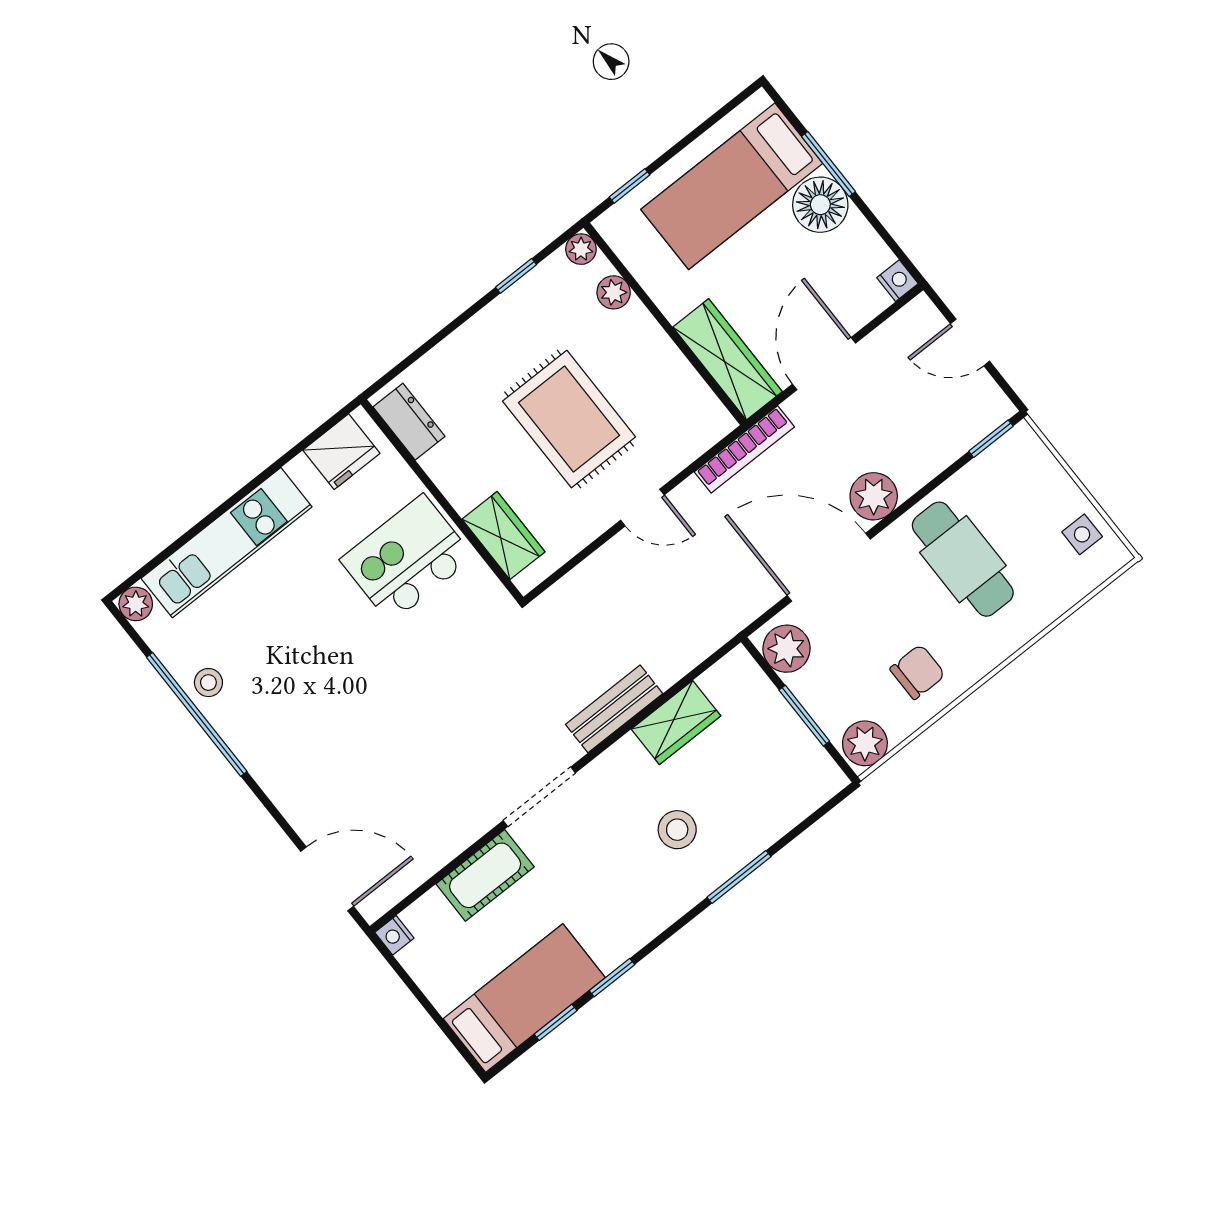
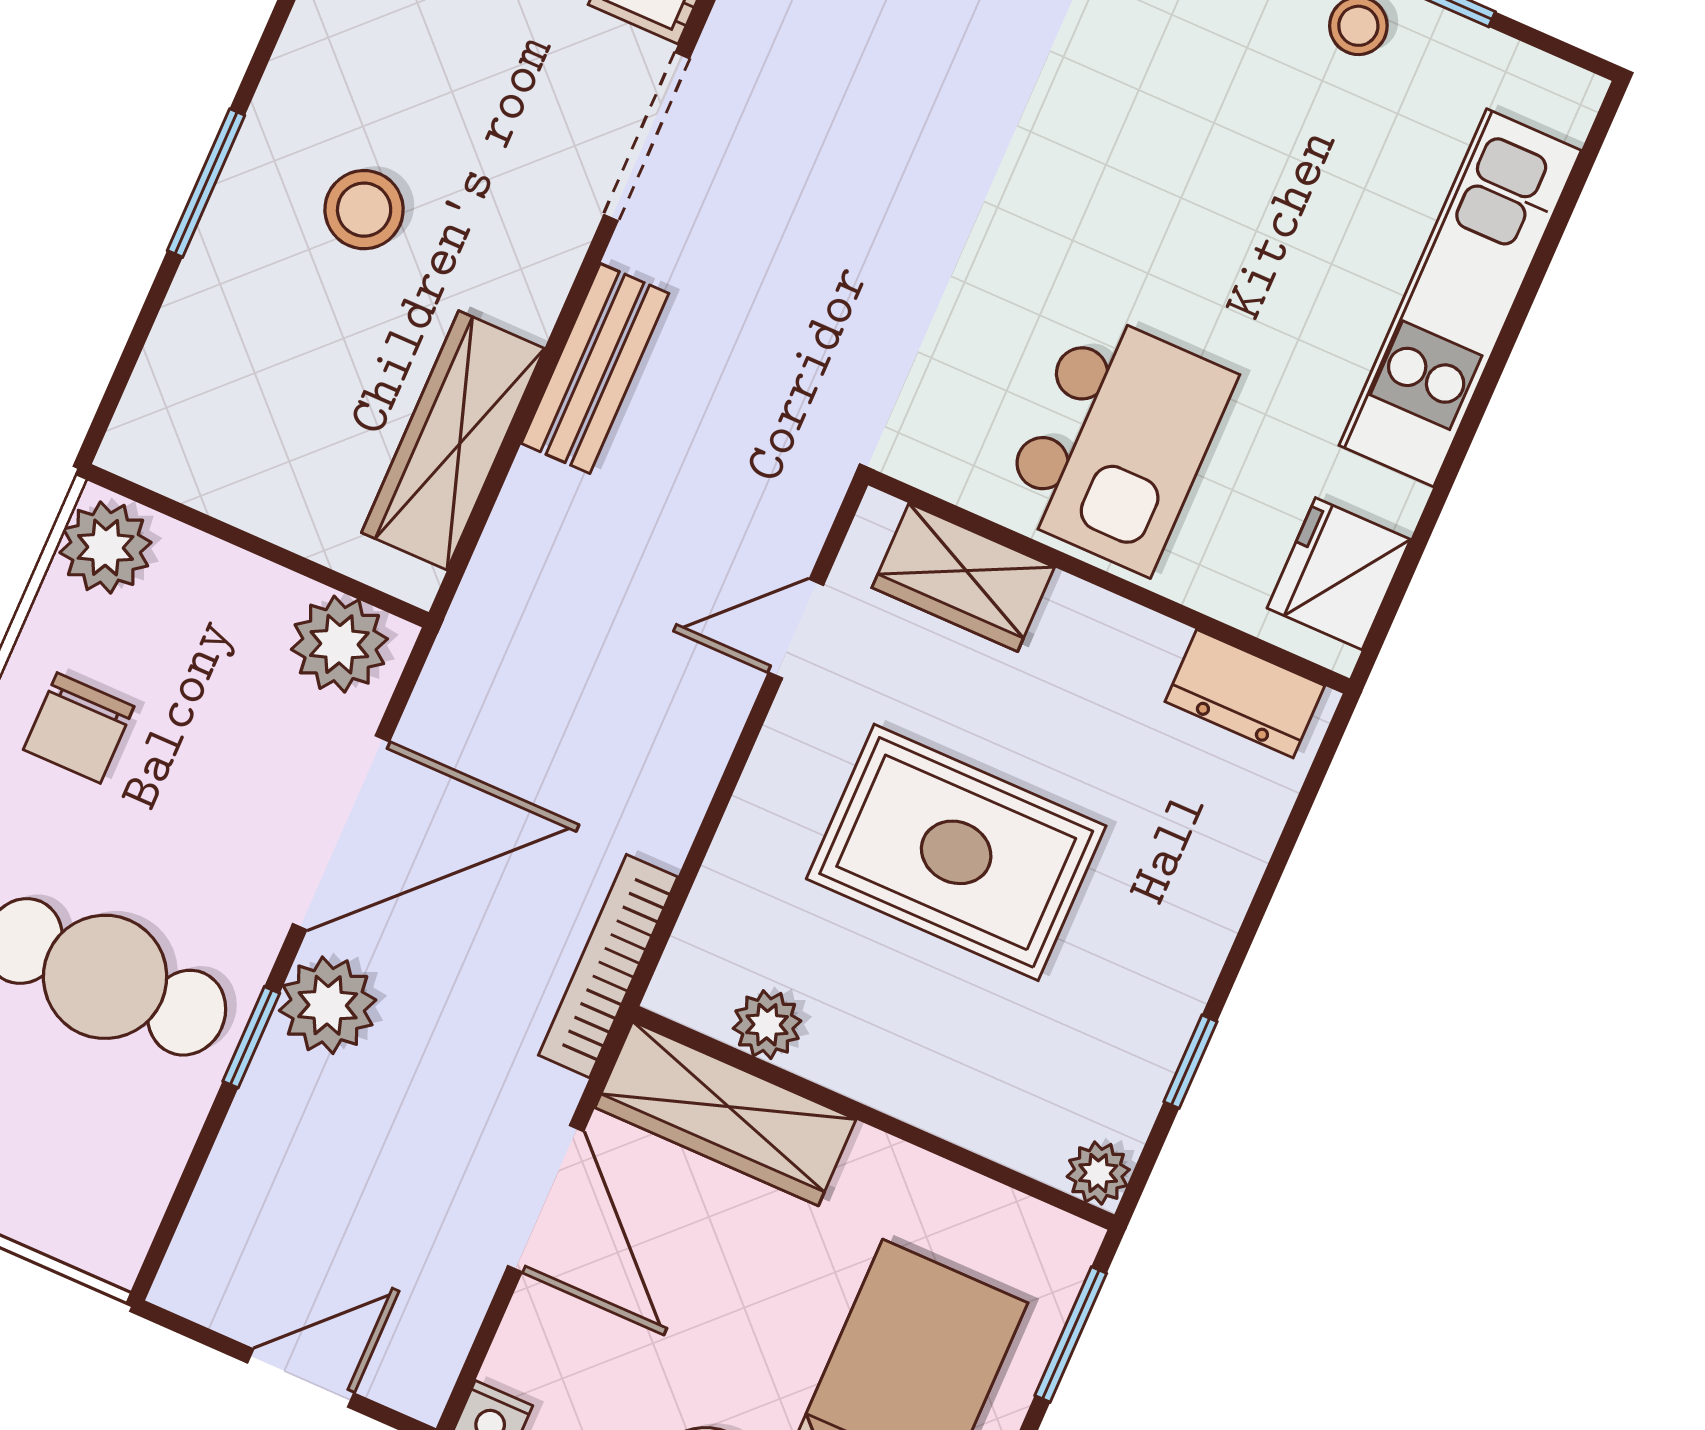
window: (630, 186) -> (1071, 1335), width x1.50
plant: (614, 292) -> (767, 1025), moved
window: (991, 439) -> (251, 1037), moved
door: (642, 508) -> (796, 629), moved
plant: (136, 604) -> (1566, 99), removed
window: (804, 716) -> (243, 539), removed
wardrobe: (676, 722) -> (453, 440), width x1.50

